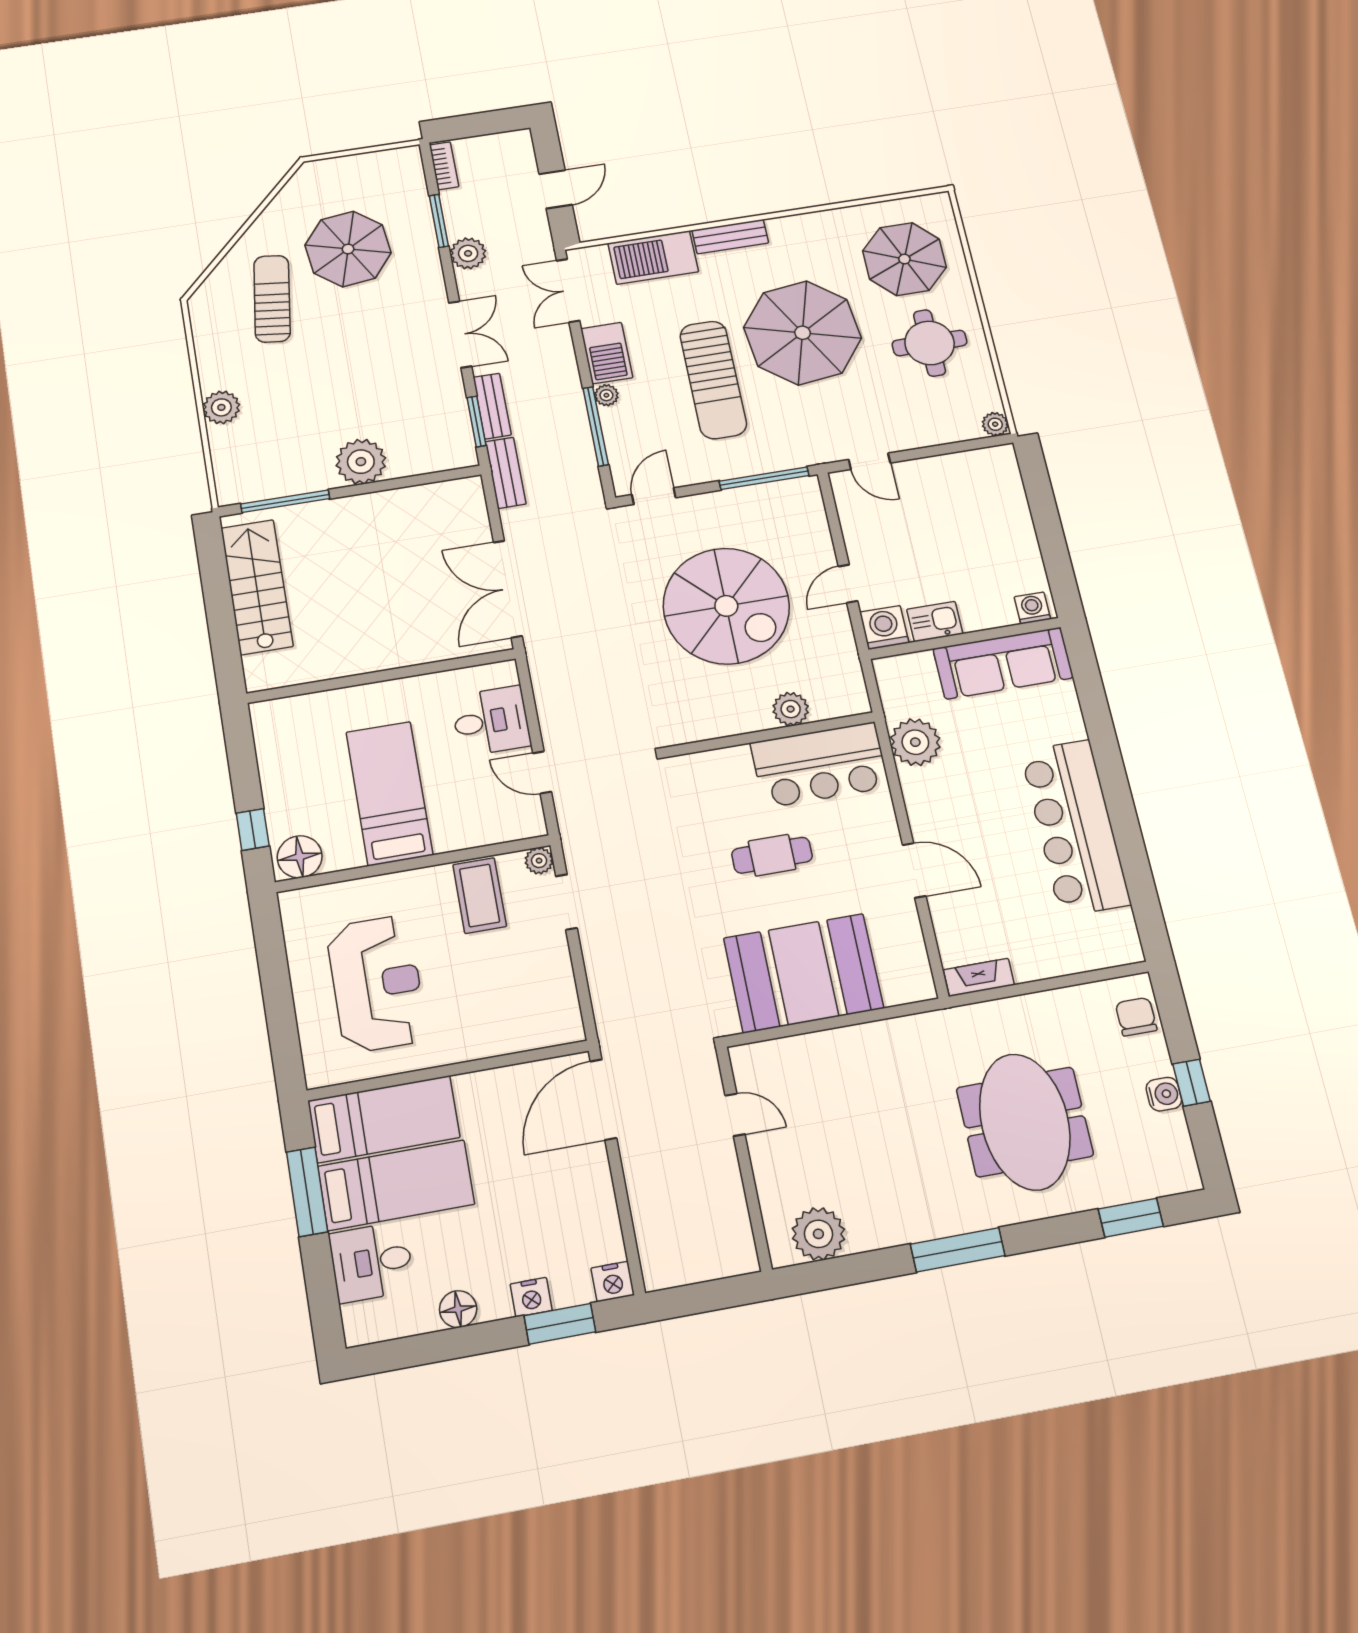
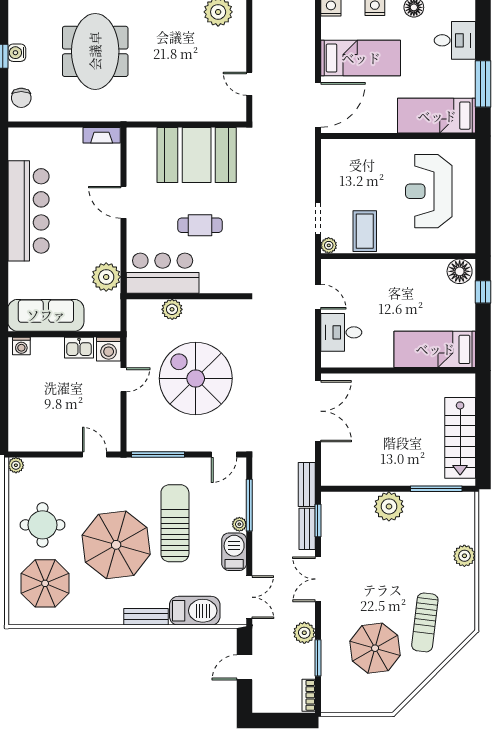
bed: (389, 793) -> (435, 349), moved, turned 90
bed: (396, 1185) -> (361, 58), moved, turned 180

